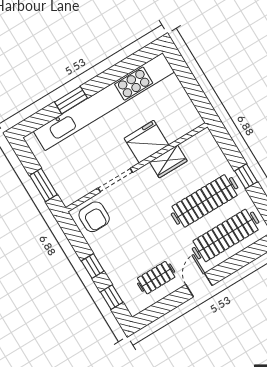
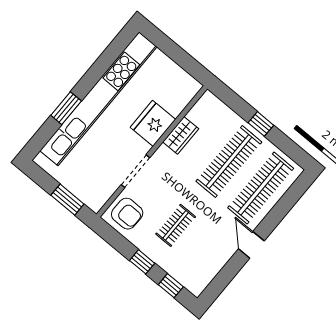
clothes rail: (156, 278) -> (176, 225), moved

